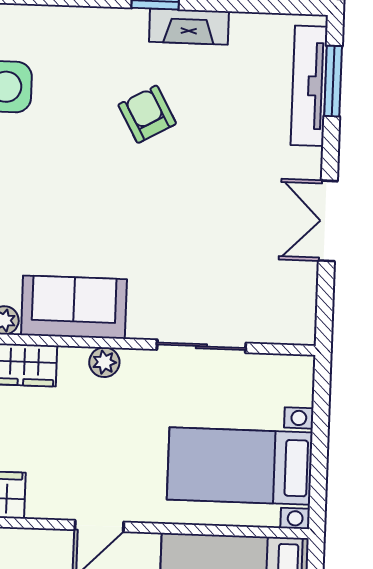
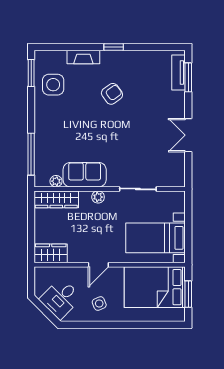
fireplace: (189, 27) -> (83, 57), moved
tv unit: (309, 86) -> (178, 72), width x0.71
armchair: (147, 114) -> (112, 94), turned 83

